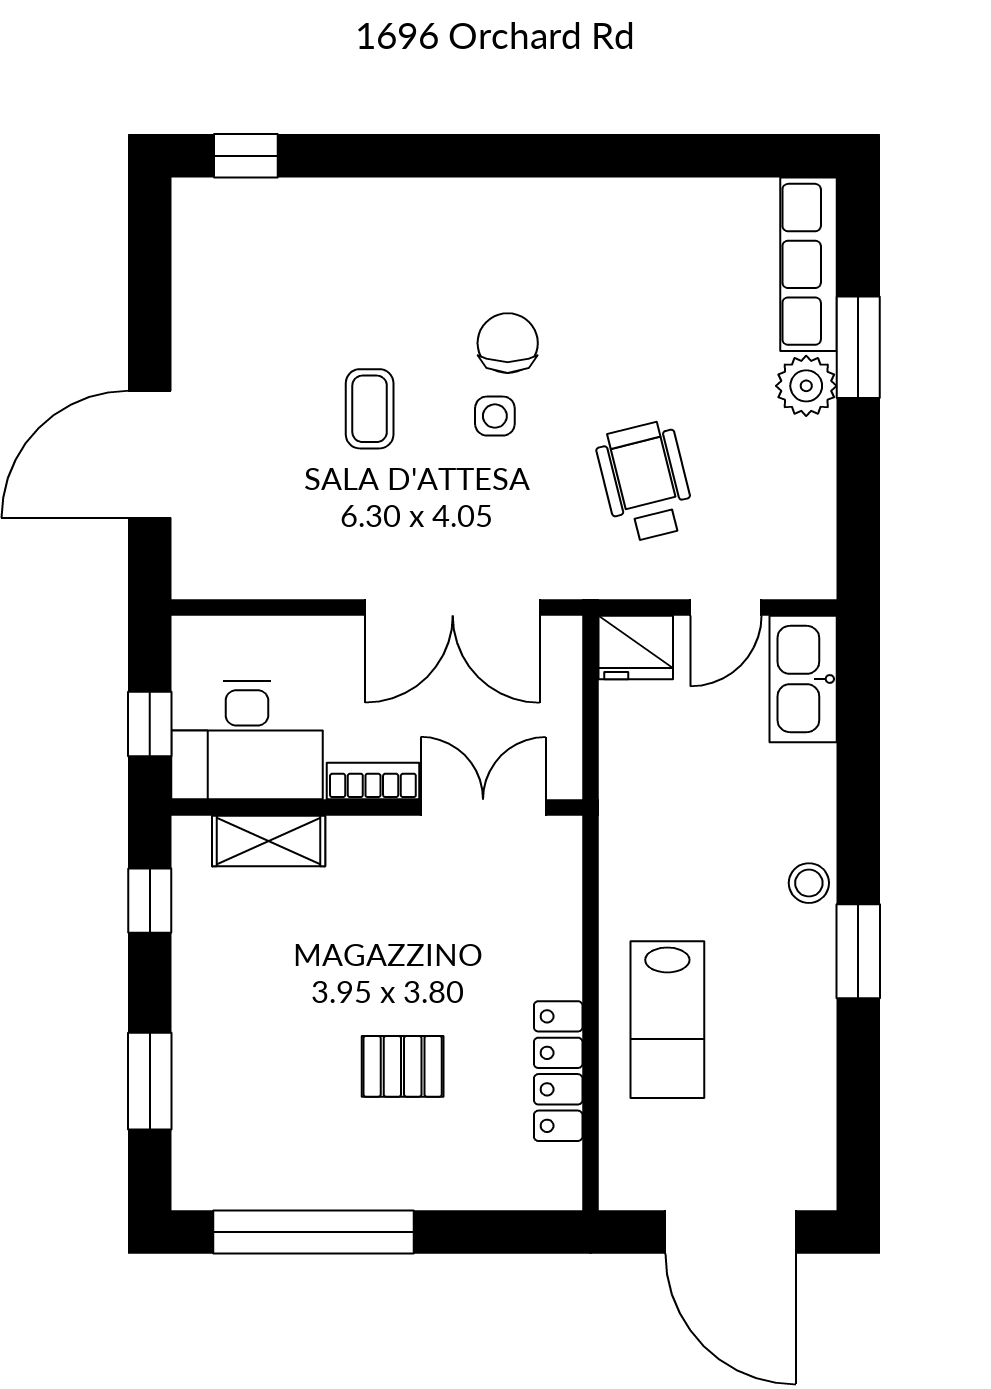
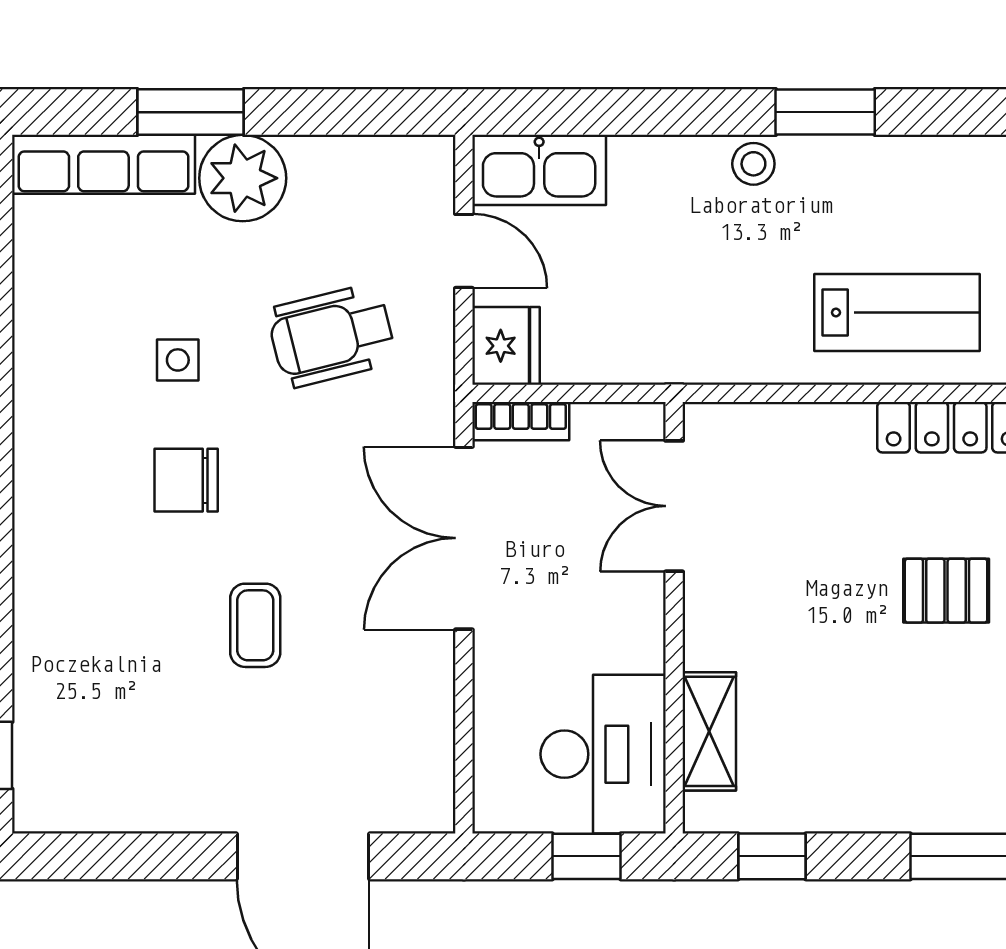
plant: (806, 386) -> (243, 178), width x1.36, depth x1.36
coffee table: (370, 409) -> (255, 625), turned 90
side table: (495, 416) -> (178, 360), moved
double door: (453, 607) -> (464, 538), swing flipped
bookcase: (373, 781) -> (521, 421), moved, turned -90
pallet: (403, 1066) -> (946, 591), turned 90

